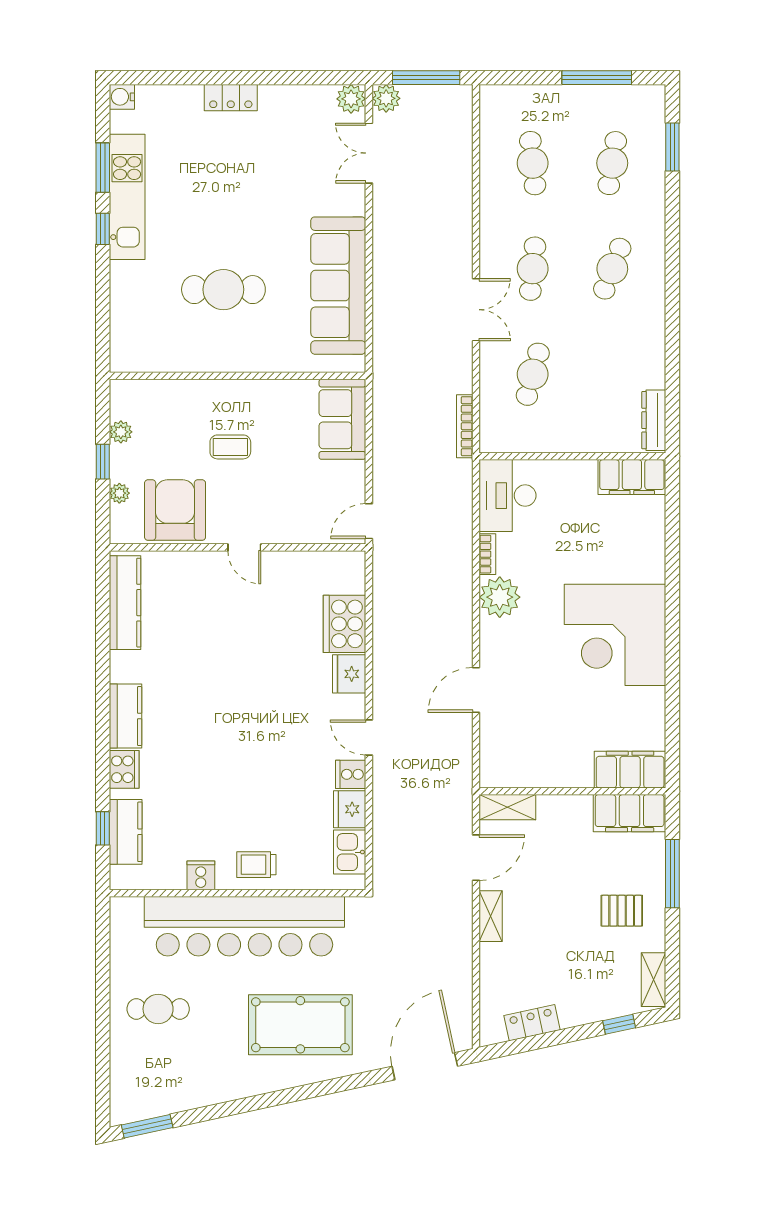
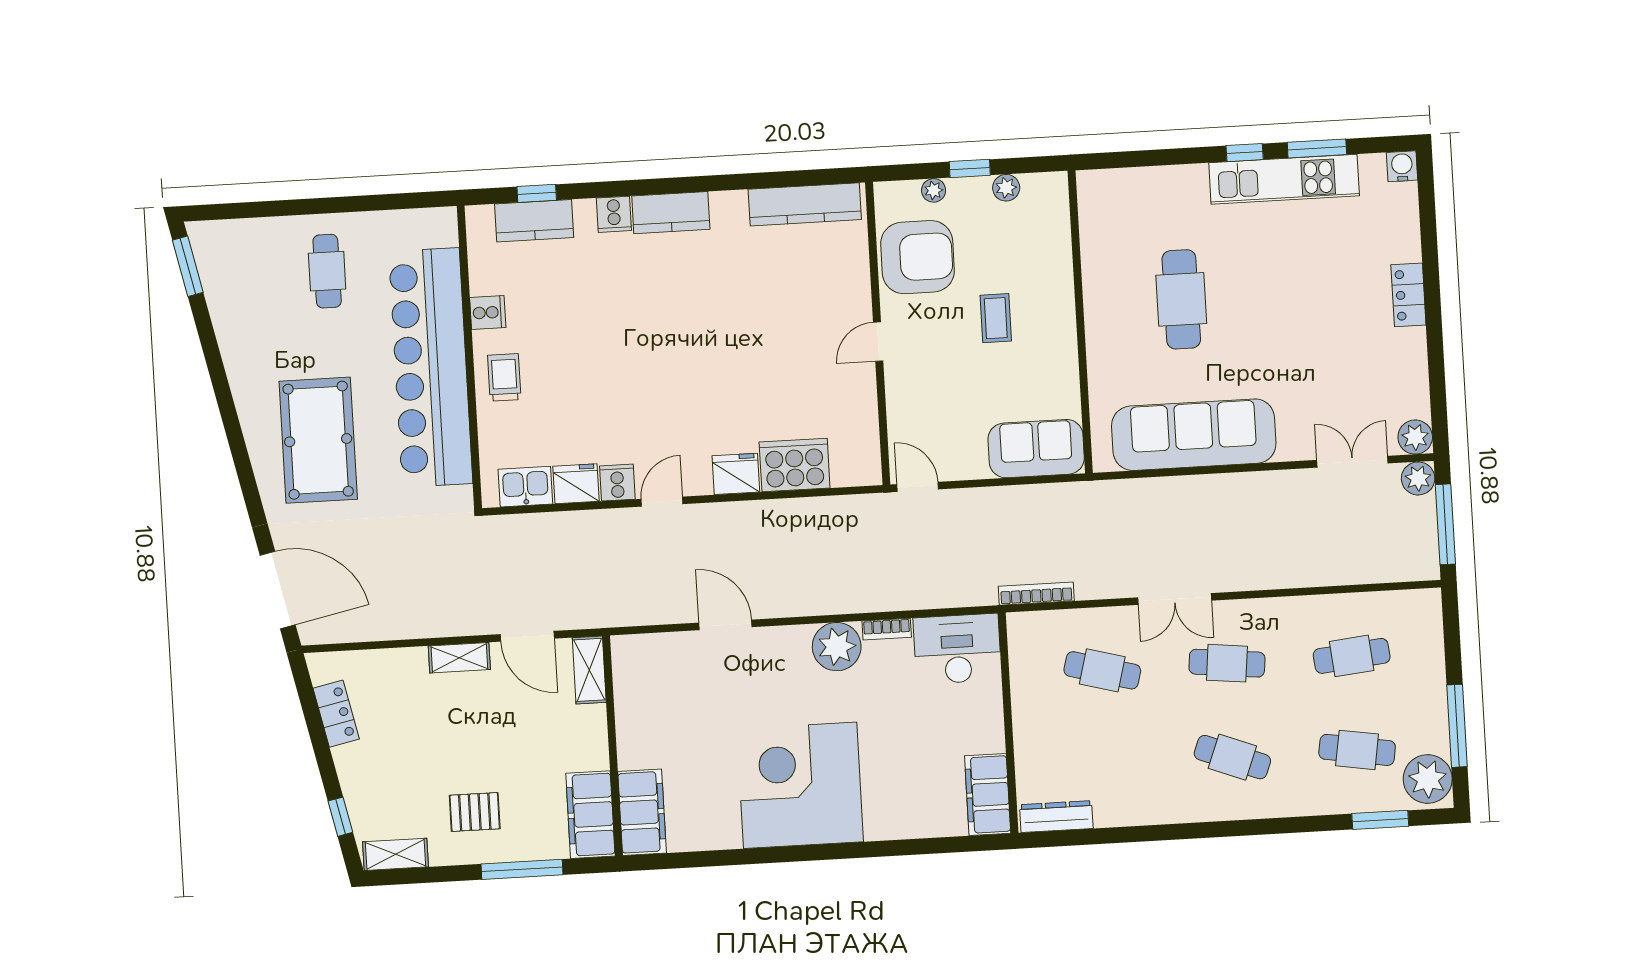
plant: (640, 105) -> (1428, 779), added
cooker: (124, 769) -> (614, 214), width x0.73
pallet: (622, 911) -> (475, 812), turned 90

